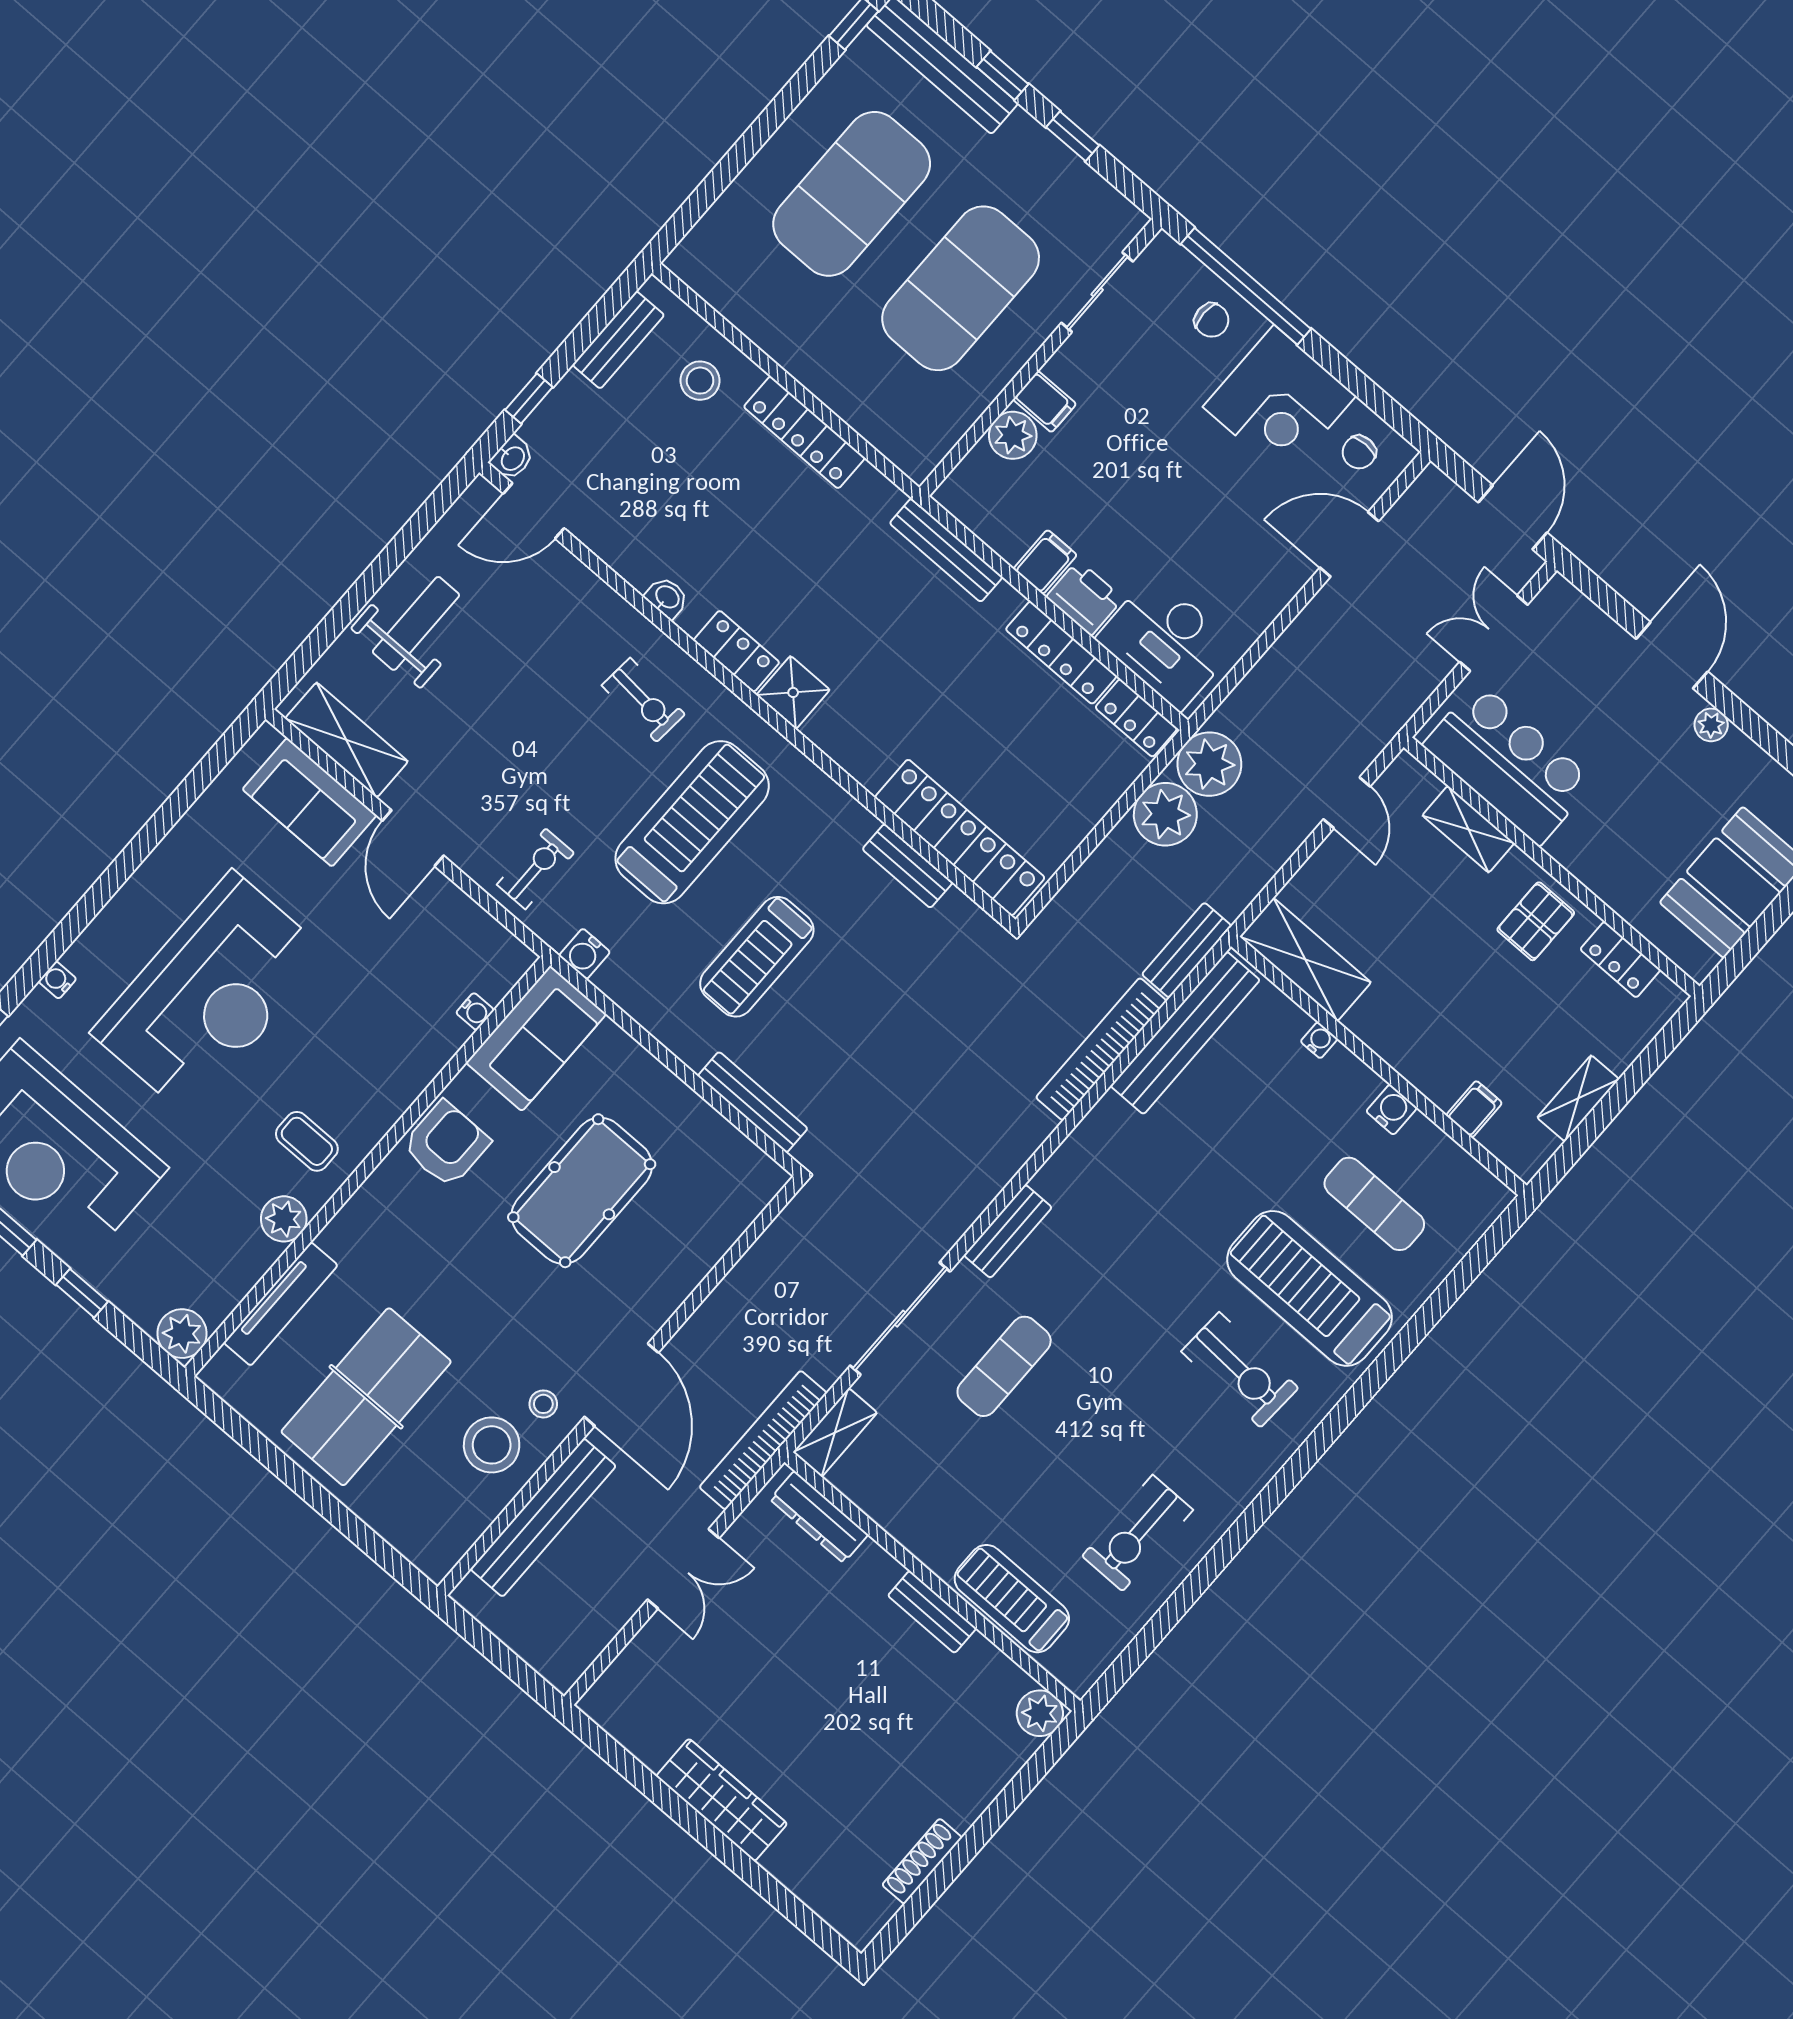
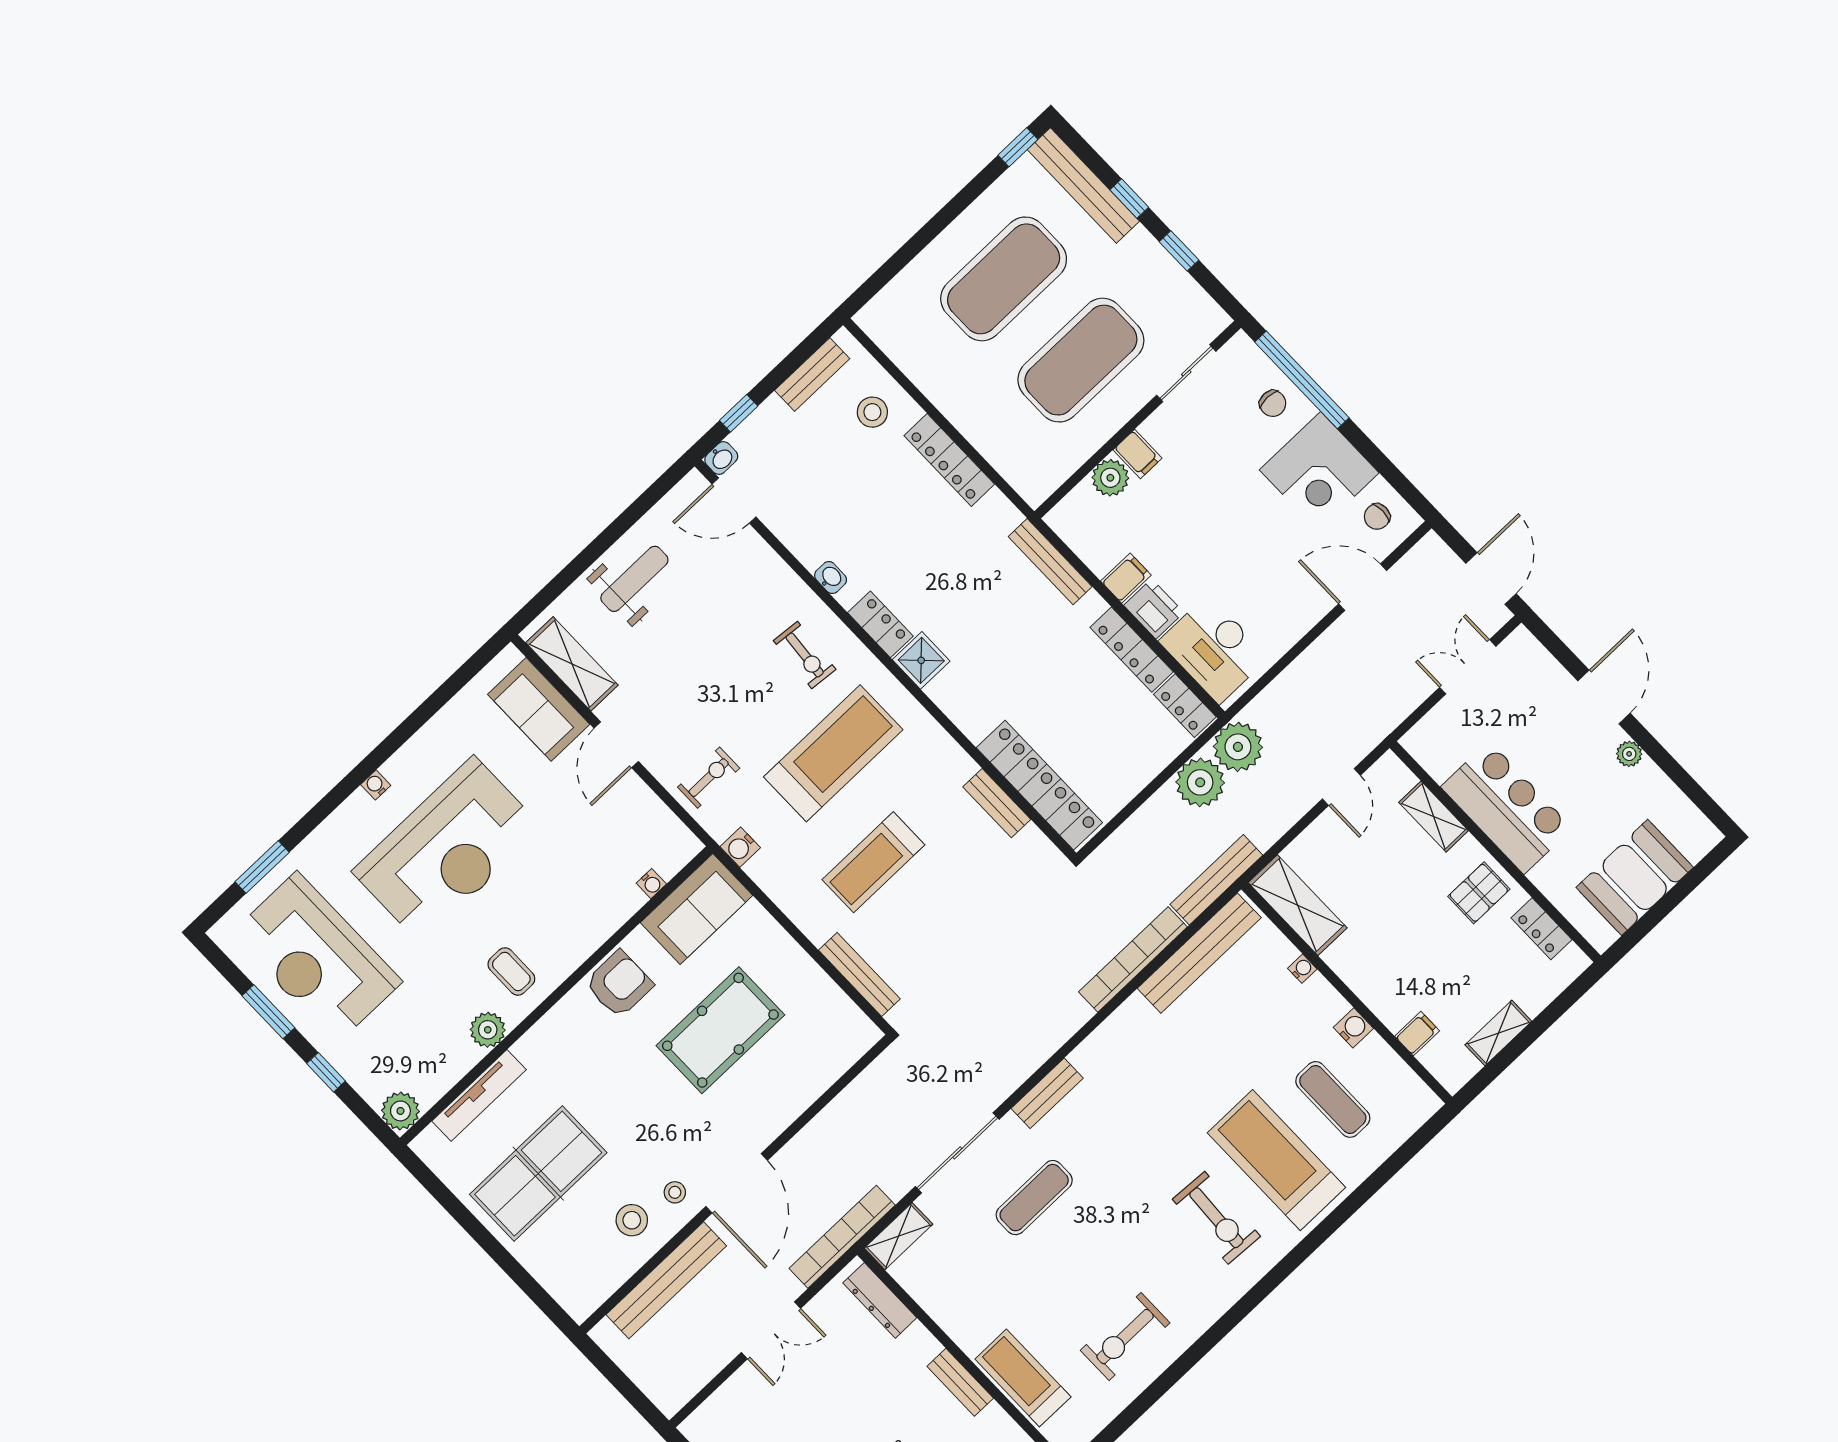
bar counter: (1509, 764) -> (1506, 807), moved
bench: (1187, 950) -> (1216, 880), width x1.36
water cooler: (57, 980) -> (376, 785), moved
stool: (492, 1445) -> (632, 1220), width x0.73, depth x0.73

